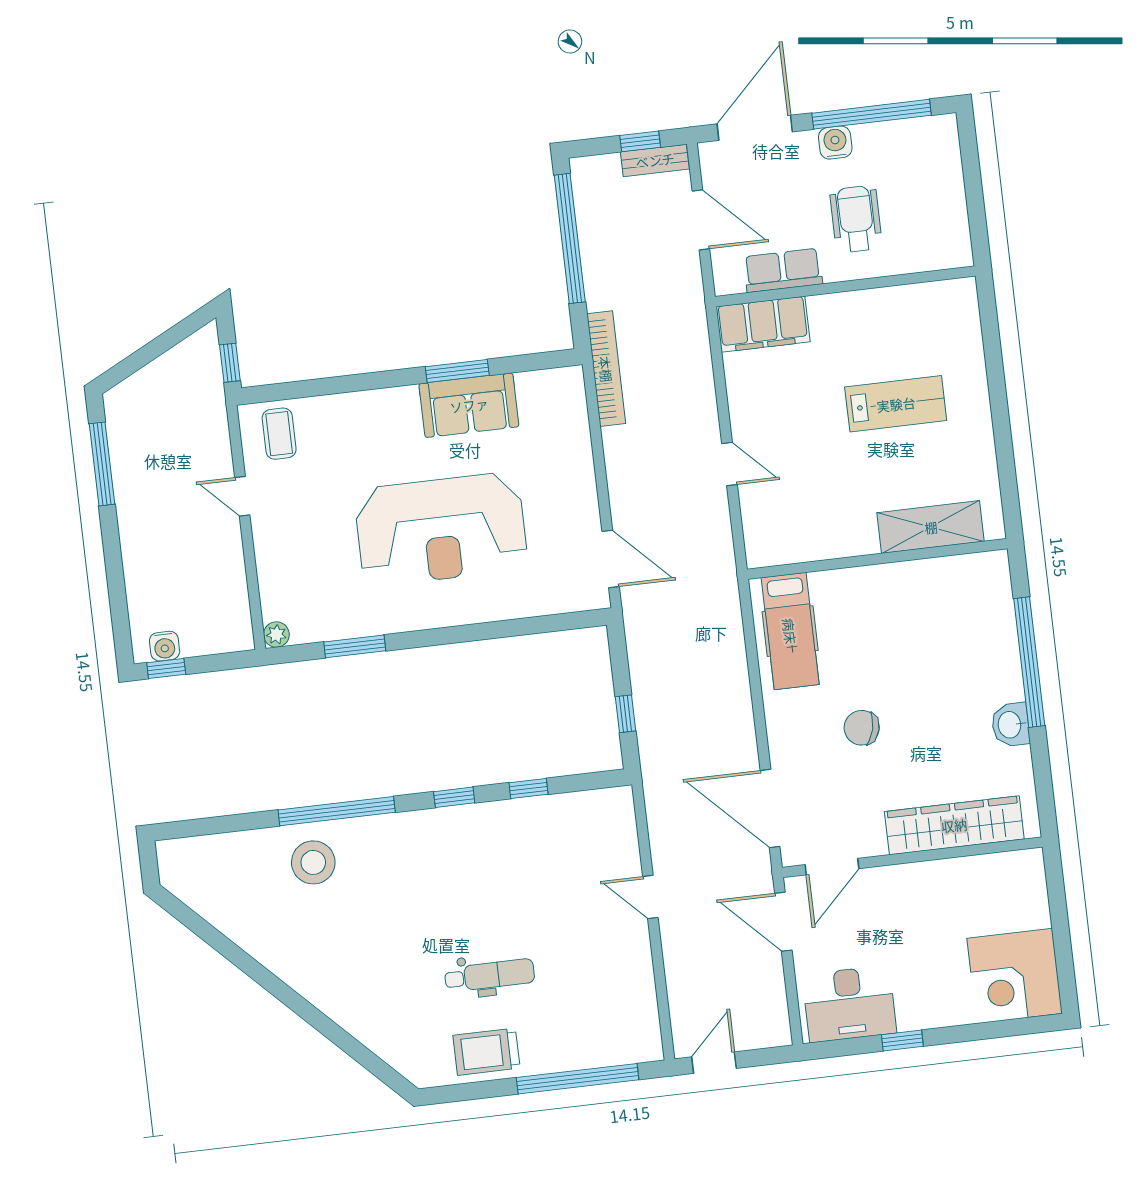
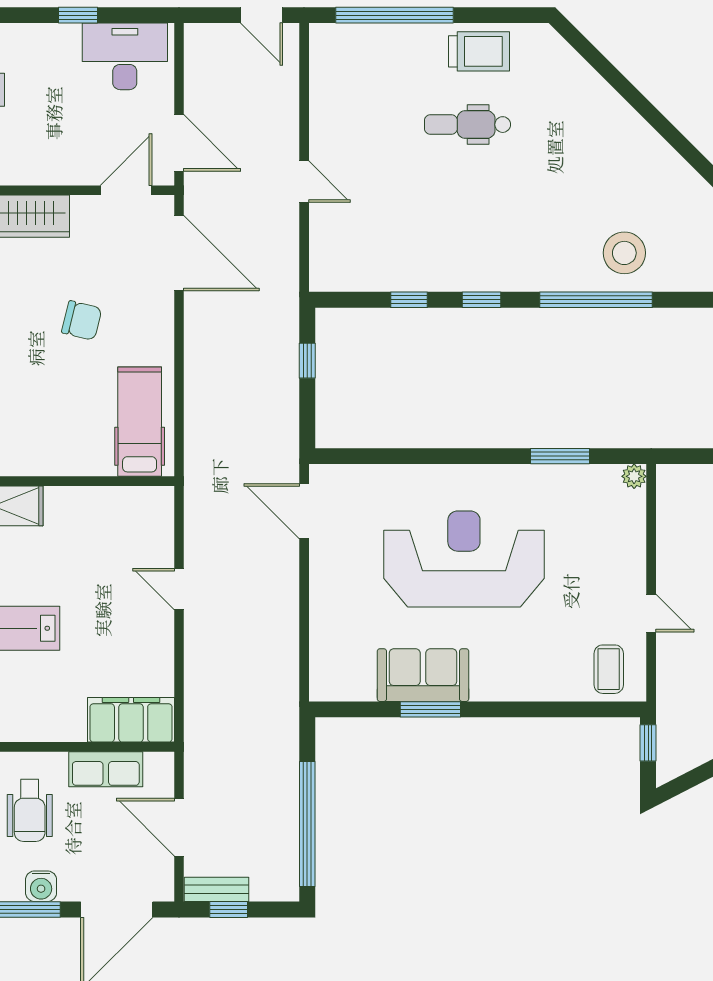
bookcase: (606, 369) -> (287, 695), removed
door: (714, 1063) -> (261, 15), hinge flipped

